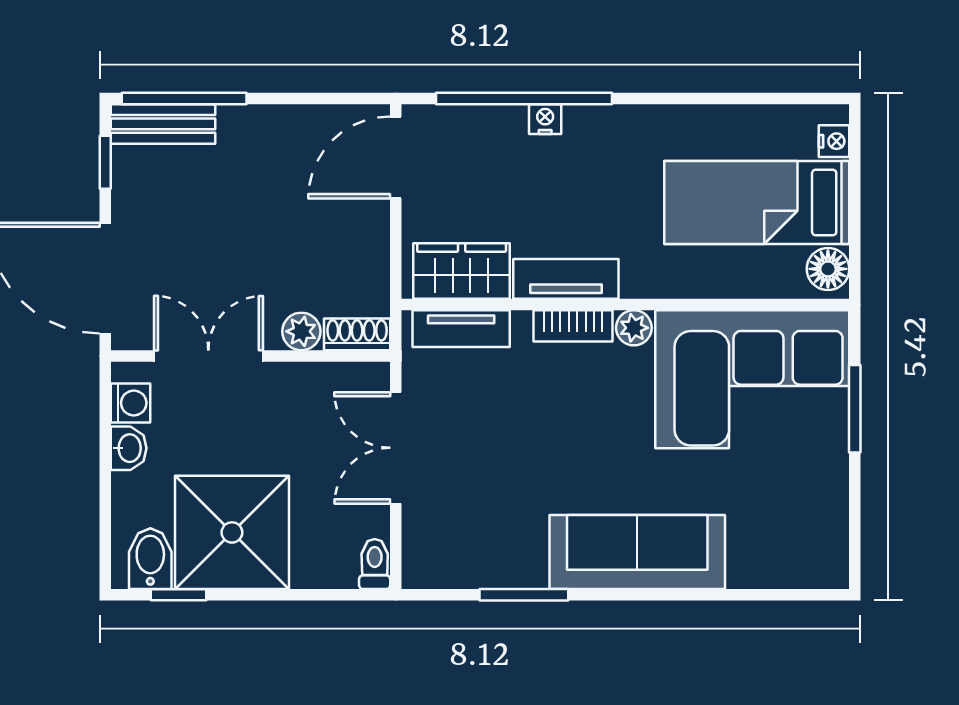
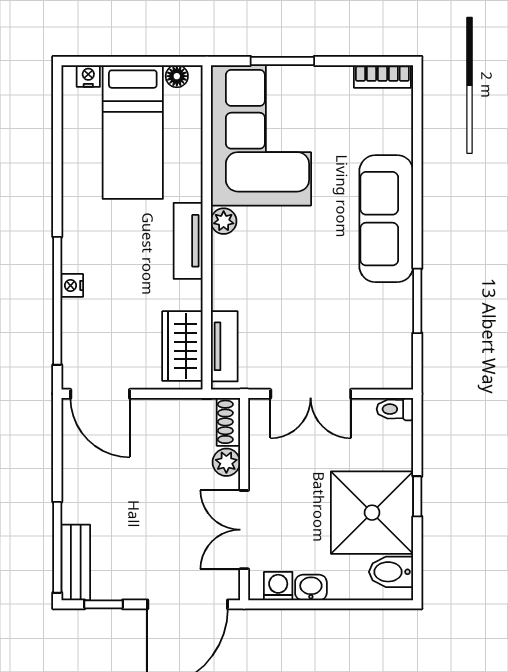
floor lamp: (828, 269) -> (177, 76), width x0.73, depth x0.73
tv unit: (566, 279) -> (188, 241), moved
bookcase: (573, 326) -> (382, 76), moved, turned 90
window: (178, 595) -> (417, 496), moved

